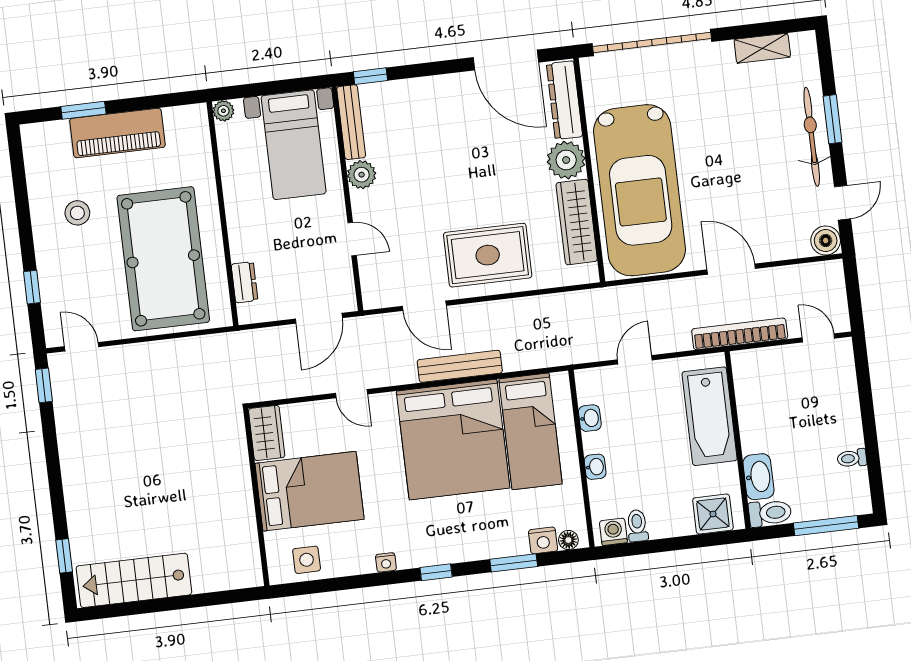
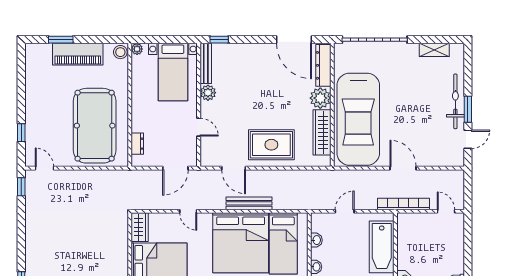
window: (833, 119) -> (468, 109), moved
stool: (77, 213) -> (120, 52), moved
boiler: (826, 241) -> (456, 159), removed

